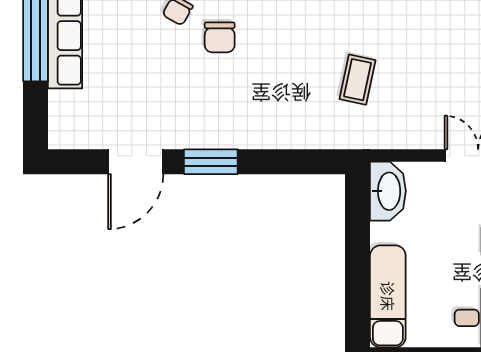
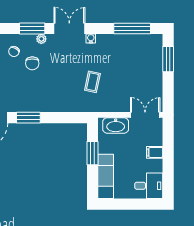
washbasin: (388, 191) -> (116, 125), moved, turned 90
window: (358, 243) -> (92, 153), added

